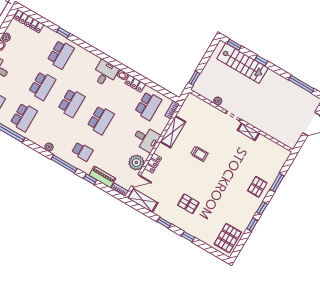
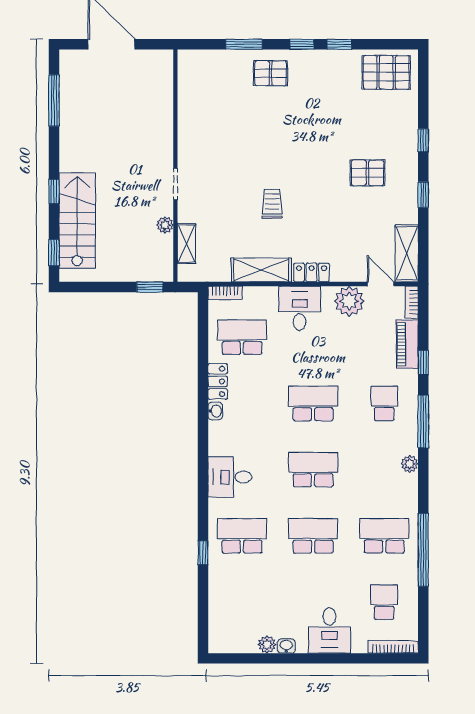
locker: (29, 21) -> (218, 622), removed
desk: (105, 73) -> (230, 477), moved
shelving: (248, 132) -> (186, 244), moved
locker: (153, 163) -> (312, 272), moved
pallet: (188, 204) -> (367, 173), turned 90

